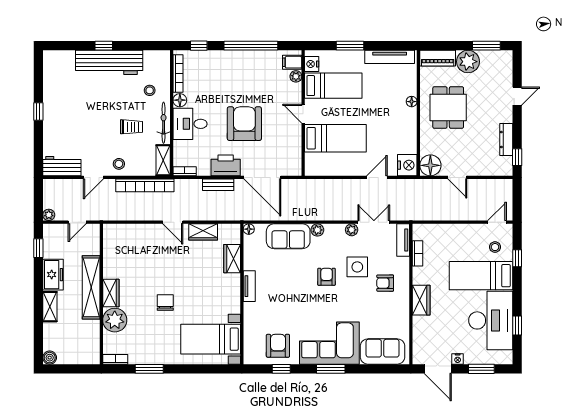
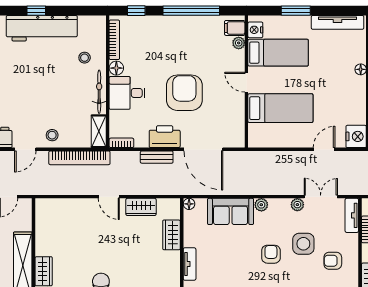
trolley: (131, 127) -> (65, 96), removed

